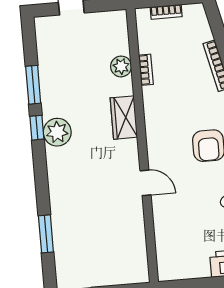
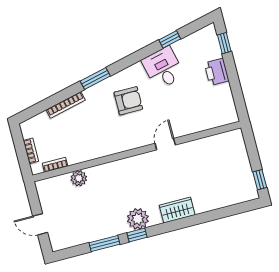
bookcase: (146, 70) -> (55, 165), moved
wardrobe: (124, 118) -> (177, 210), moved, turned 180
window: (46, 234) -> (218, 214), removed

